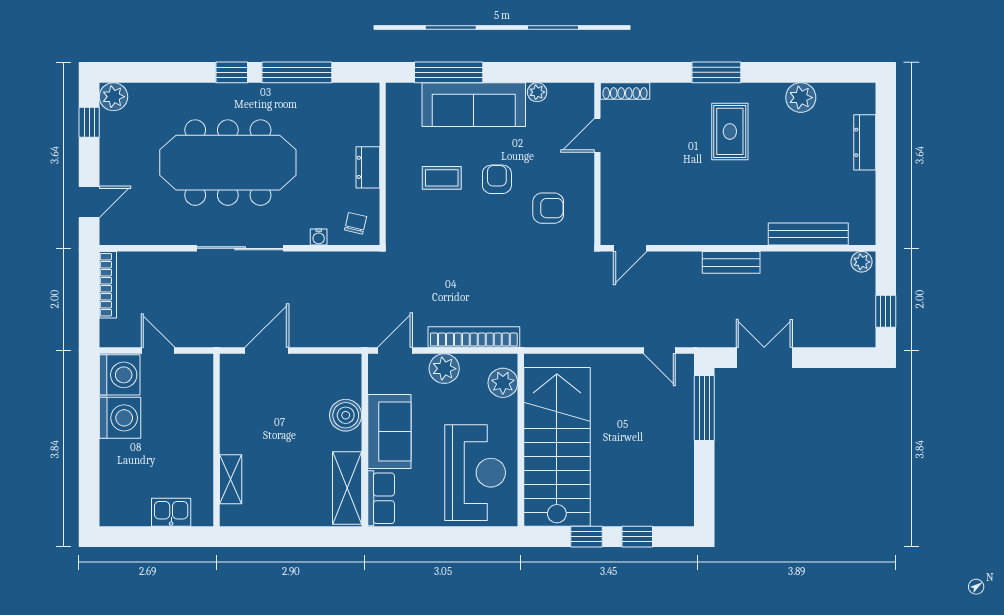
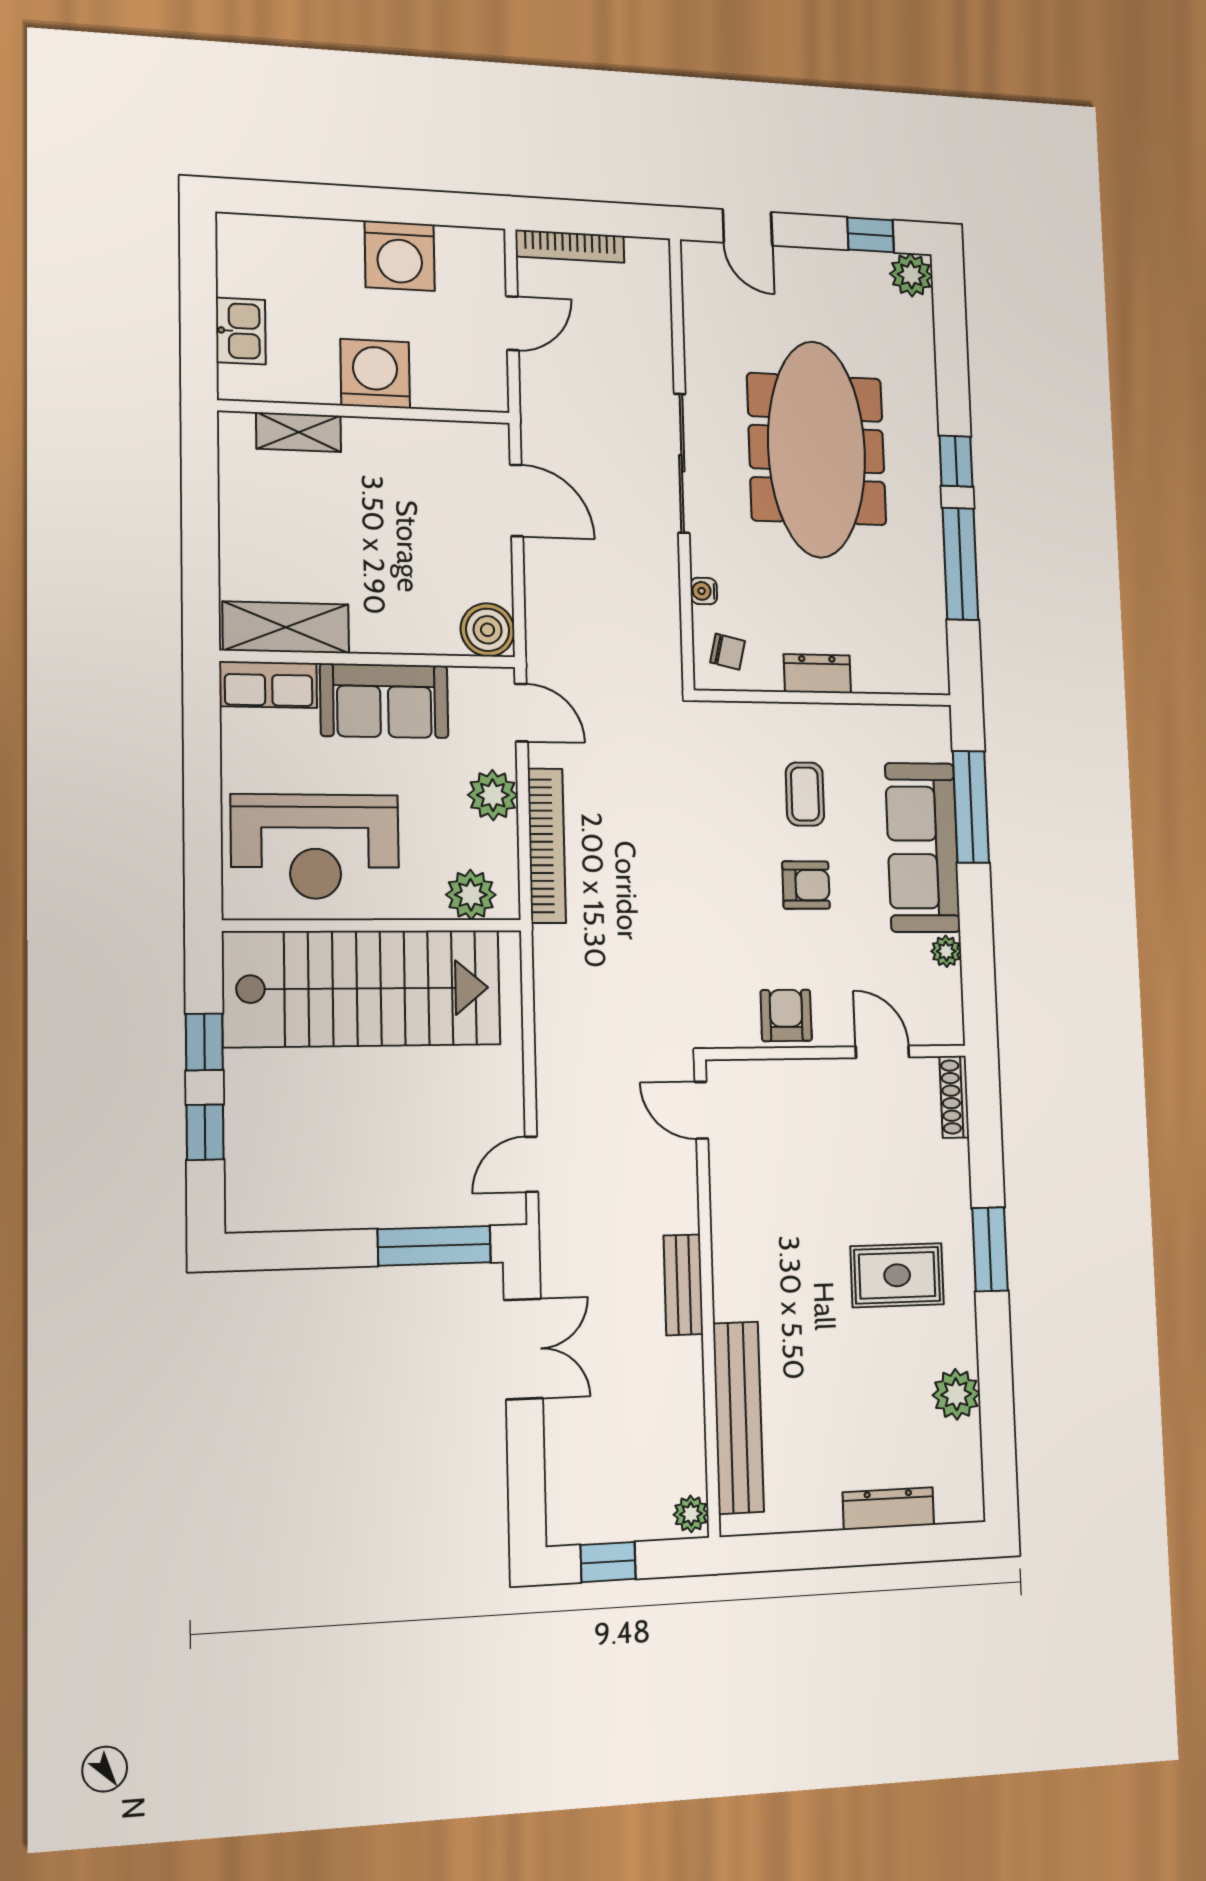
armchair: (548, 208) -> (786, 1015), moved, turned 180
bench: (808, 234) -> (738, 1417), width x1.37, depth x1.21
bookcase: (108, 285) -> (570, 246), moved
washing machine: (120, 375) -> (375, 374), moved, turned 180
boiler: (346, 415) -> (488, 630), moved

